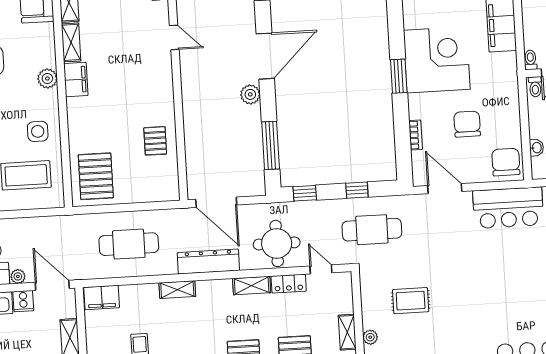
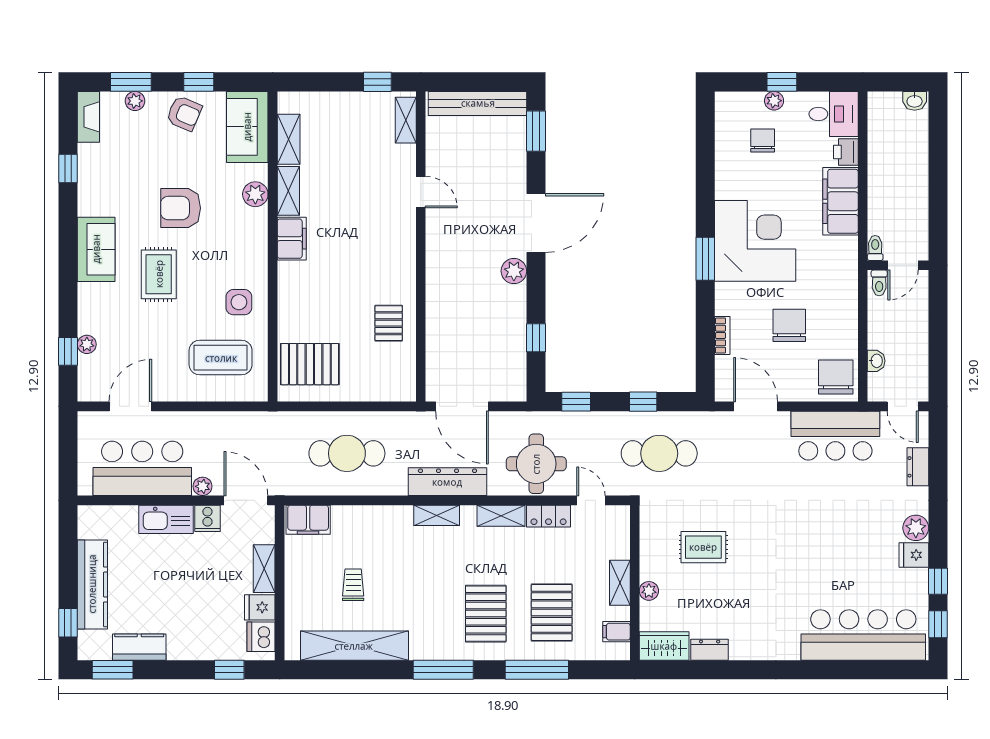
plant: (47, 78) -> (255, 194), moved
window: (271, 145) -> (536, 338), width x0.46
pallet: (96, 176) -> (310, 364), turned 90
shelving: (177, 290) -> (437, 515), moved

